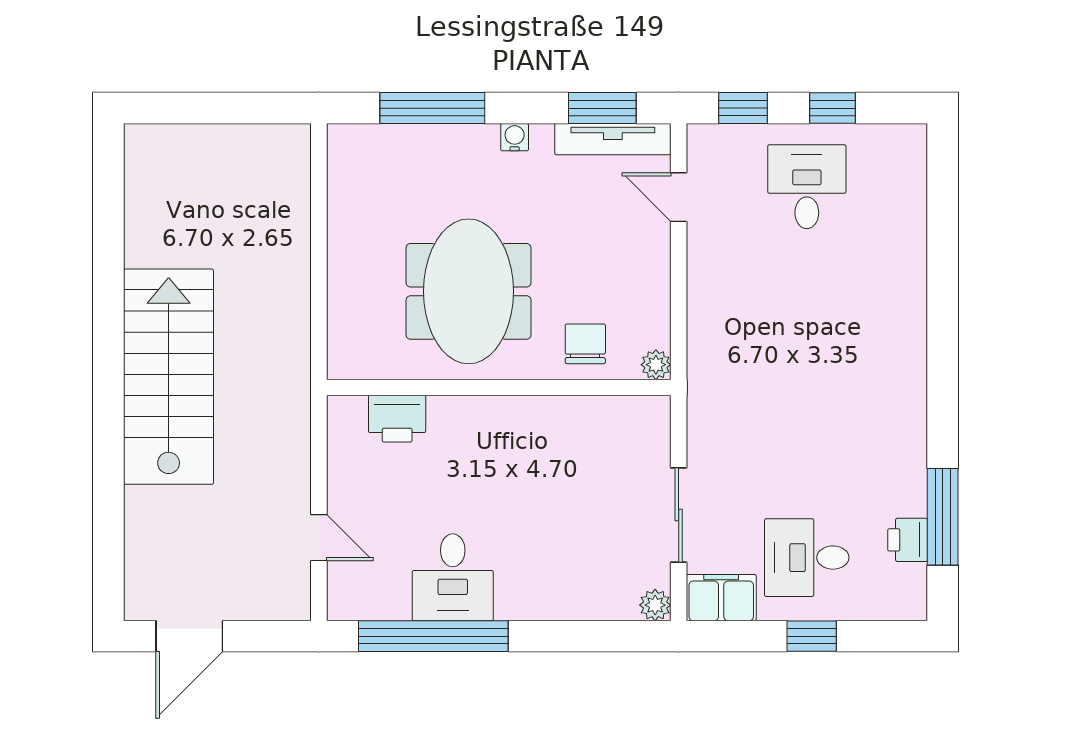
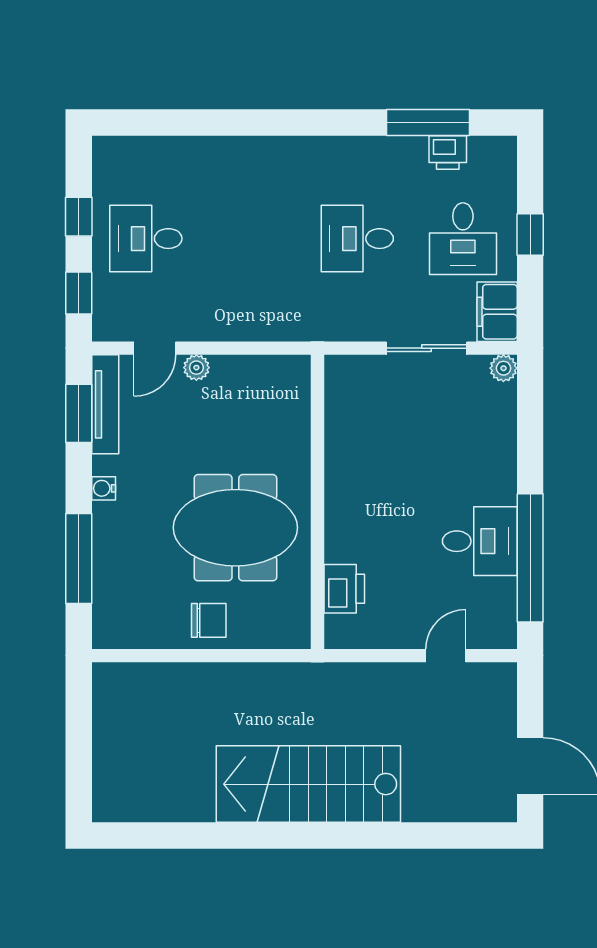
chair: (585, 344) -> (209, 620), moved, turned 180
plant: (656, 365) -> (196, 368), moved
desk: (807, 434) -> (357, 239), added

